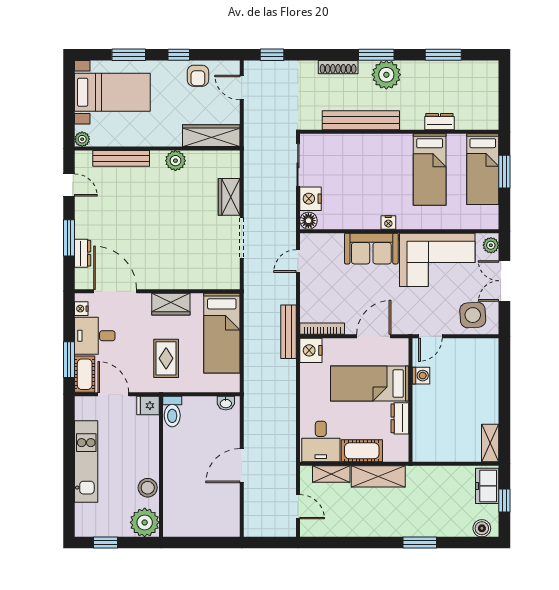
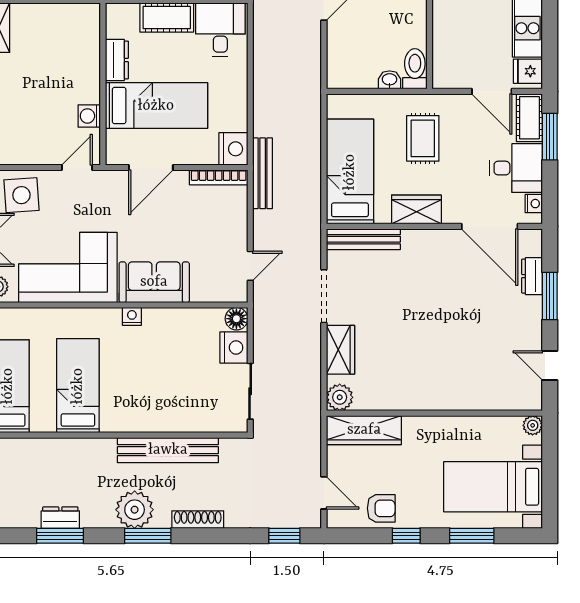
armchair: (198, 76) -> (381, 508), turned 90
dresser: (439, 122) -> (60, 518), moved, turned 180
bench: (121, 158) -> (363, 239), moved
plant: (175, 161) -> (340, 397), moved
washbasin: (226, 403) -> (390, 80), moved
fridge: (148, 406) -> (528, 71), moved, turned 180

